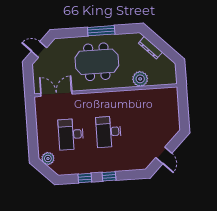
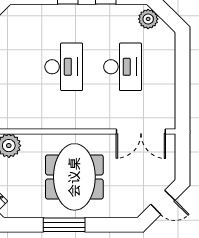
meeting table: (97, 62) -> (74, 177), turned 90
plant: (48, 159) -> (148, 19), moved

